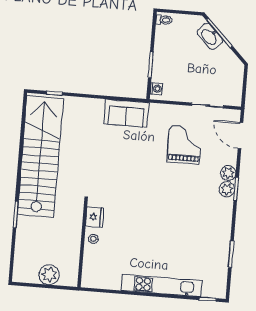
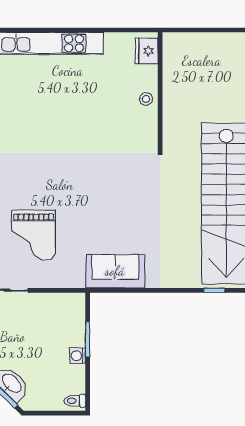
washing machine: (156, 89) -> (77, 356), moved
fridge: (95, 217) -> (147, 51), moved
plant: (49, 275) -> (201, 46), removed

